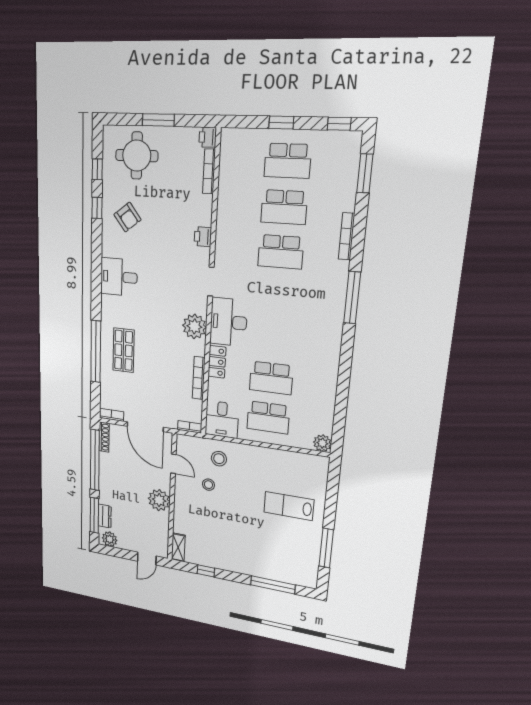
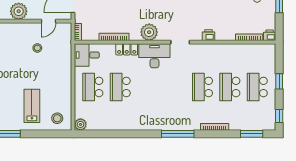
stool: (219, 459) -> (57, 118), moved

